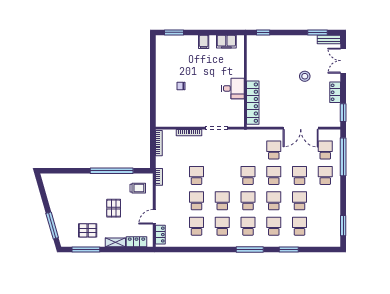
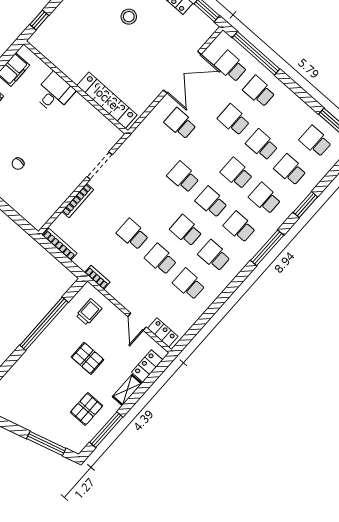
desk: (233, 88) -> (54, 93), moved
school desk: (274, 175) -> (315, 141), moved

